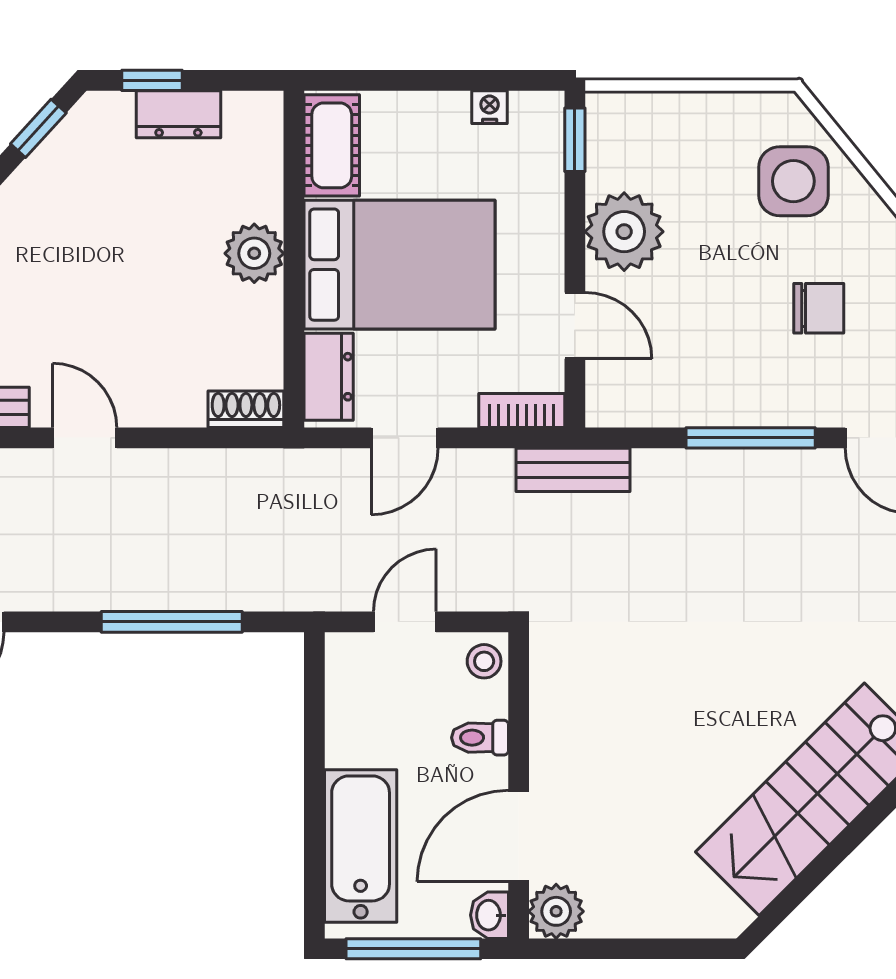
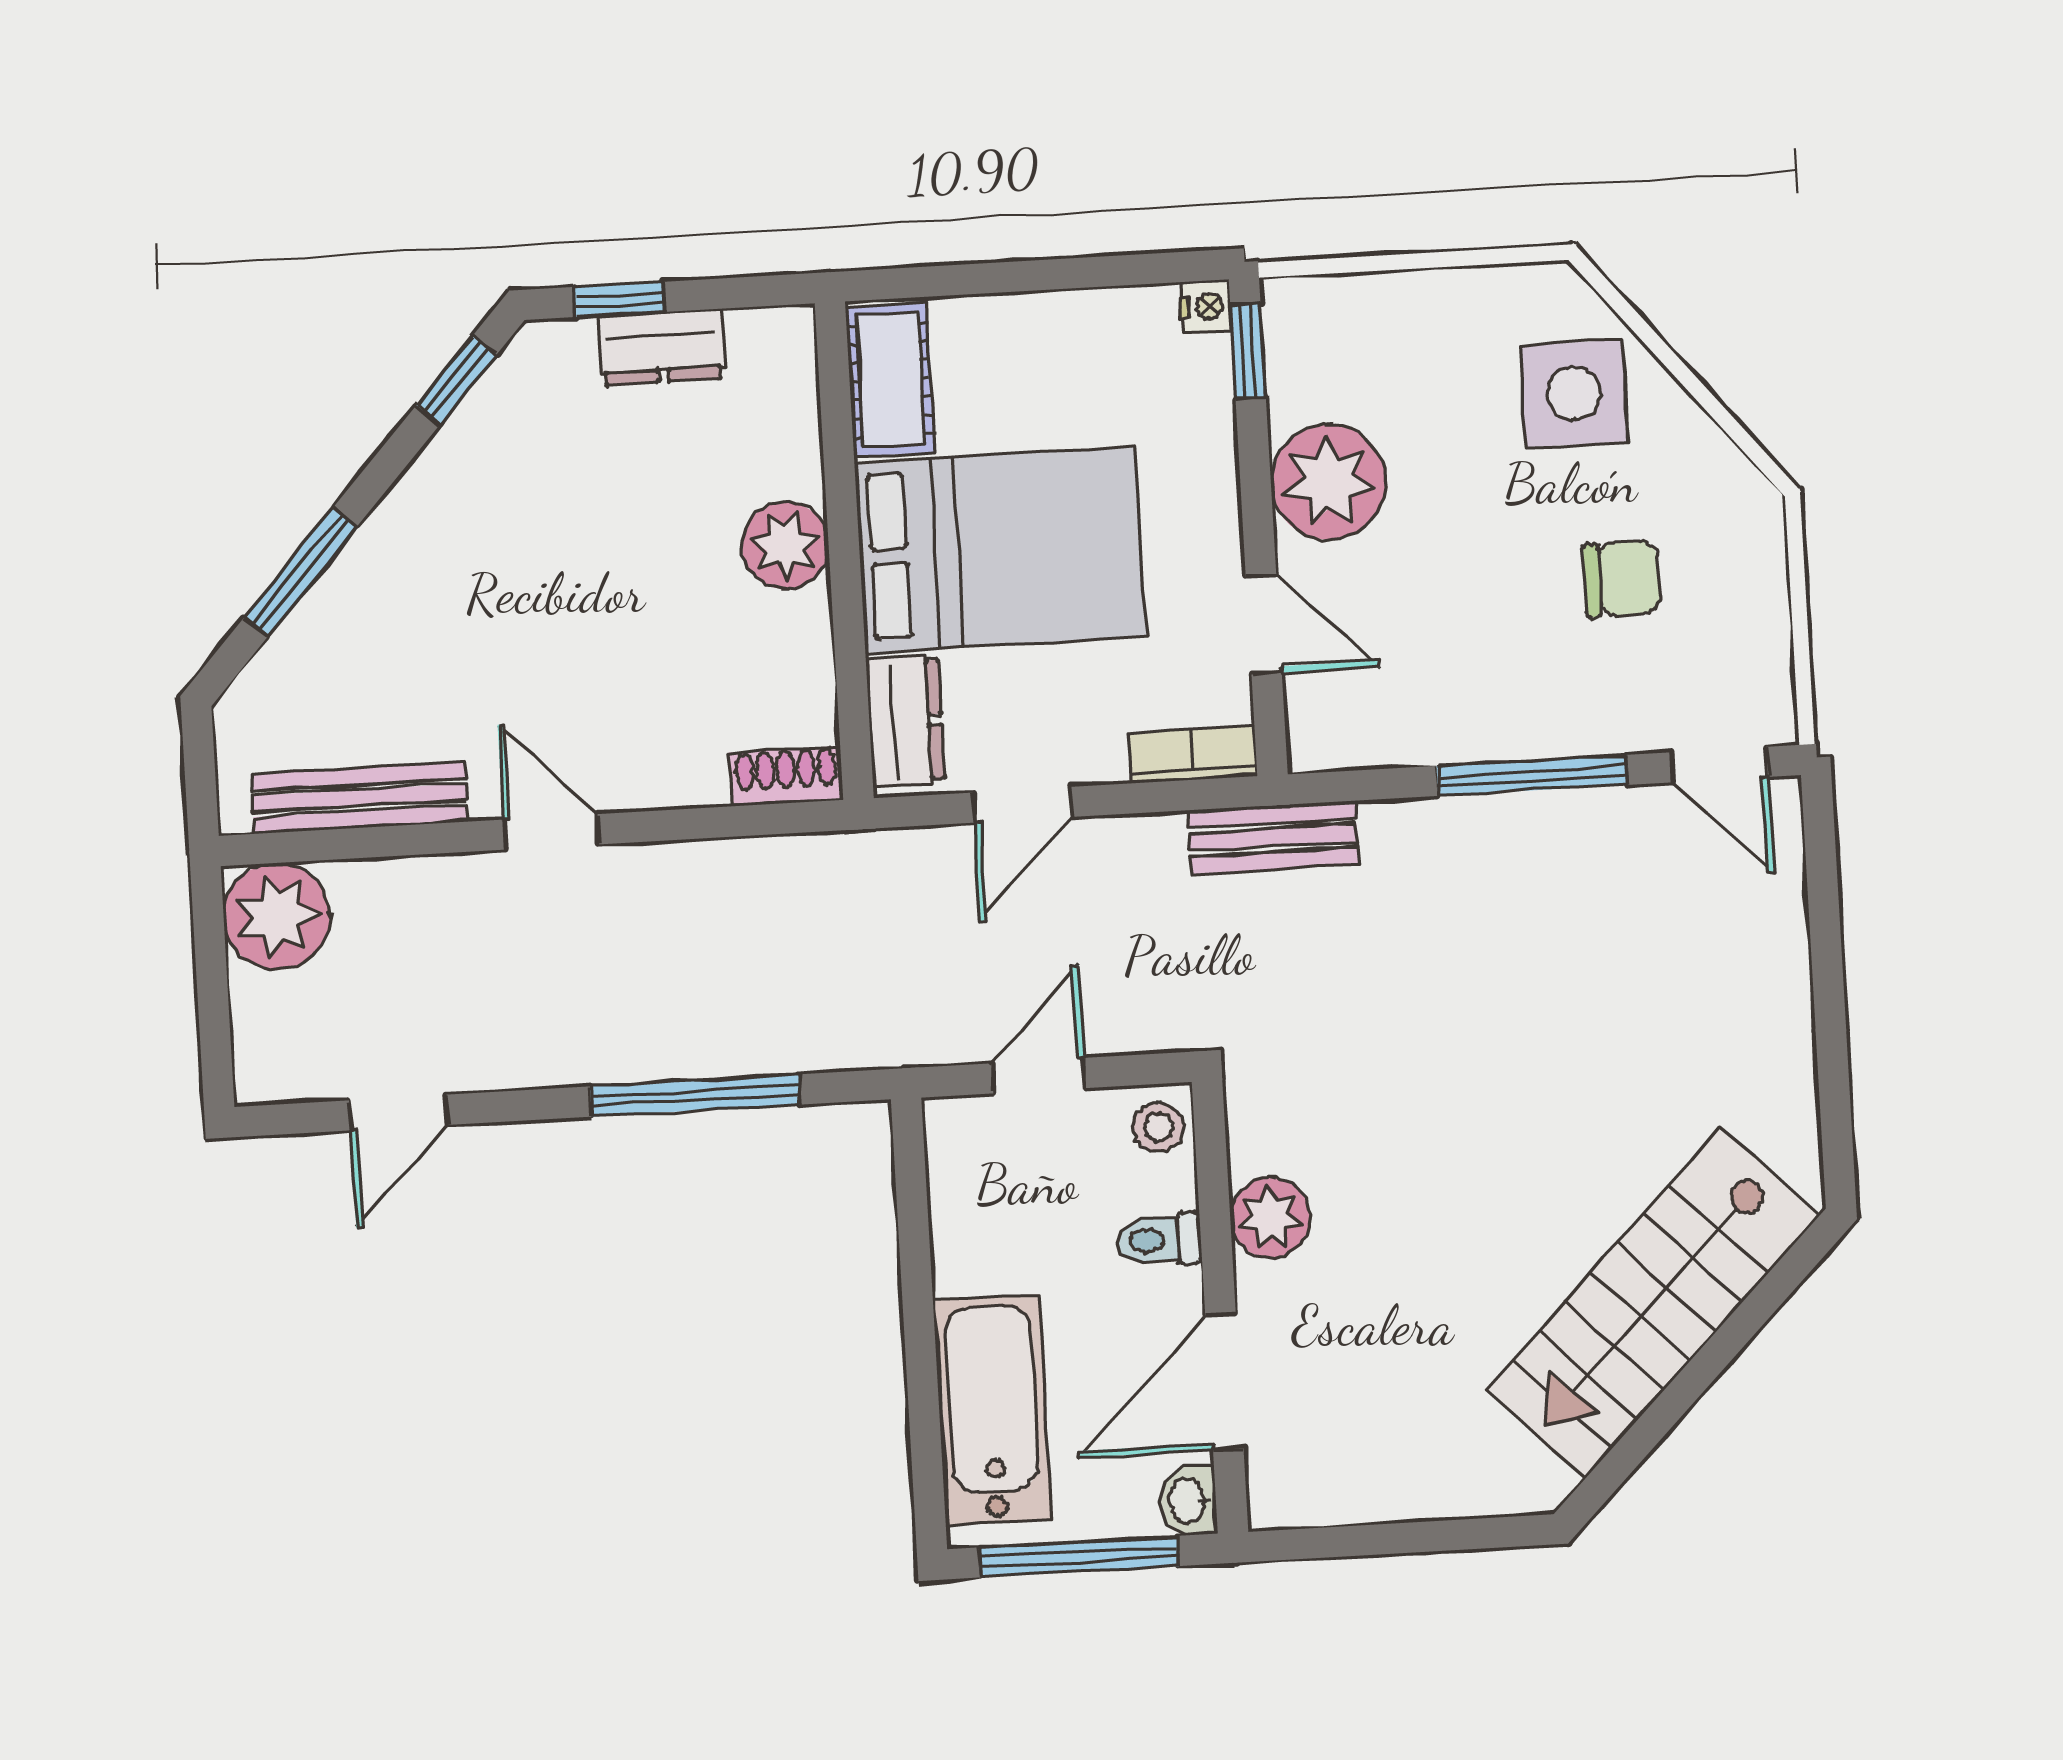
nightstand: (490, 107) -> (1206, 307), moved, turned 90
plant: (556, 911) -> (1270, 1218), moved

